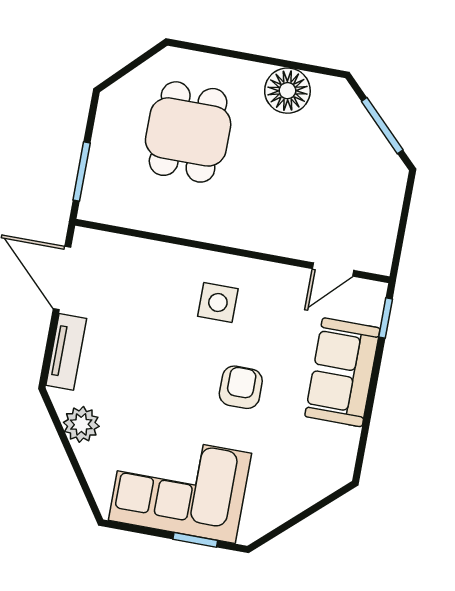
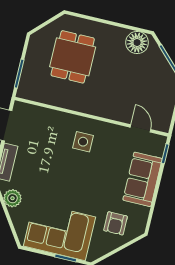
floor lamp: (287, 91) -> (137, 43), moved
door: (333, 269) -> (141, 128), swing flipped
armchair: (241, 387) -> (116, 223), moved, turned 180

